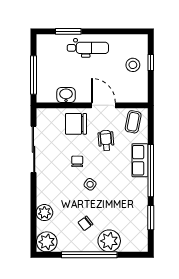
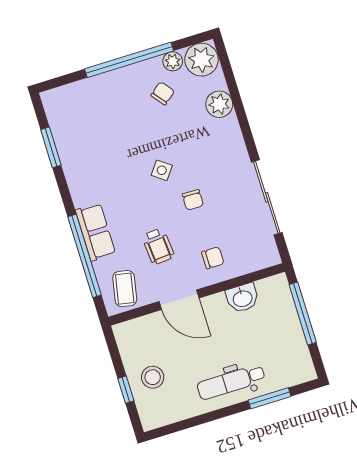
chair: (76, 124) -> (213, 258), width x0.54, depth x0.54
window: (151, 171) -> (84, 256), moved
chair: (85, 223) -> (163, 93), moved
plant: (109, 241) -> (173, 61), moved, width x0.53, depth x0.53

